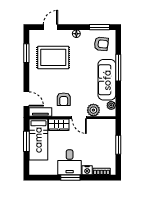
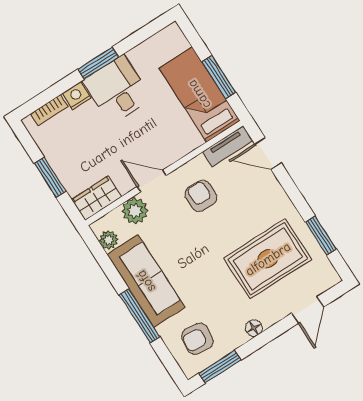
wardrobe: (59, 125) -> (96, 198), moved

